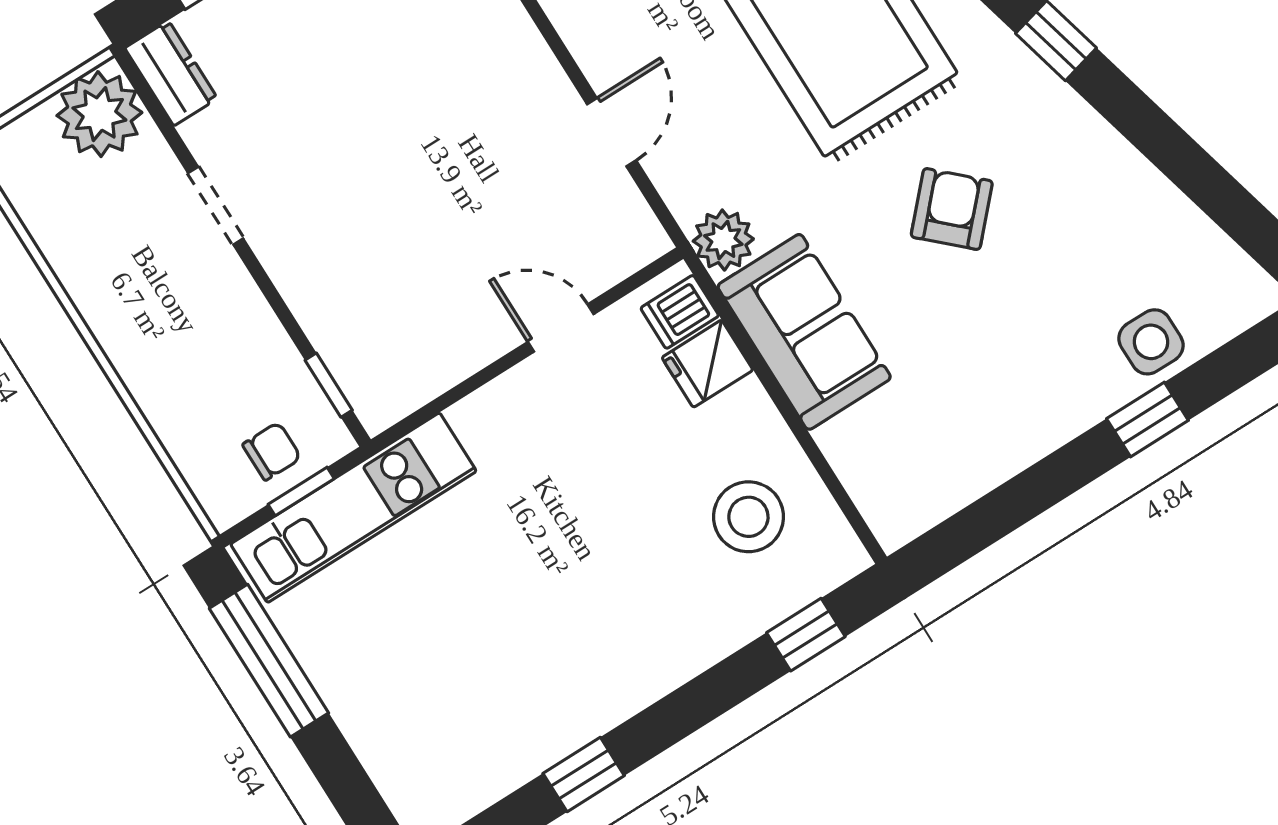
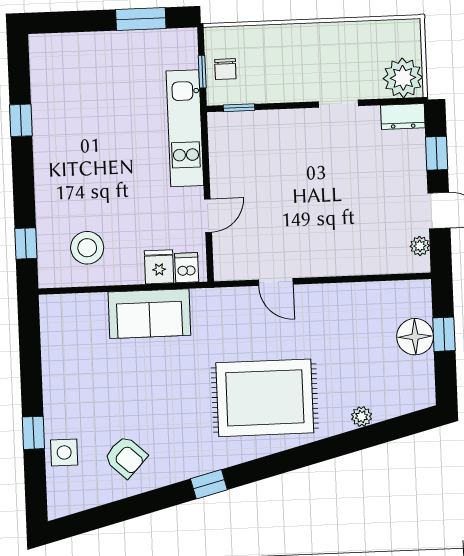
armchair: (952, 209) -> (126, 457), moved
plant: (723, 240) -> (206, 302), removed
kitchen unit: (353, 508) -> (185, 128), moved
window: (269, 661) -> (141, 19), width x0.69

